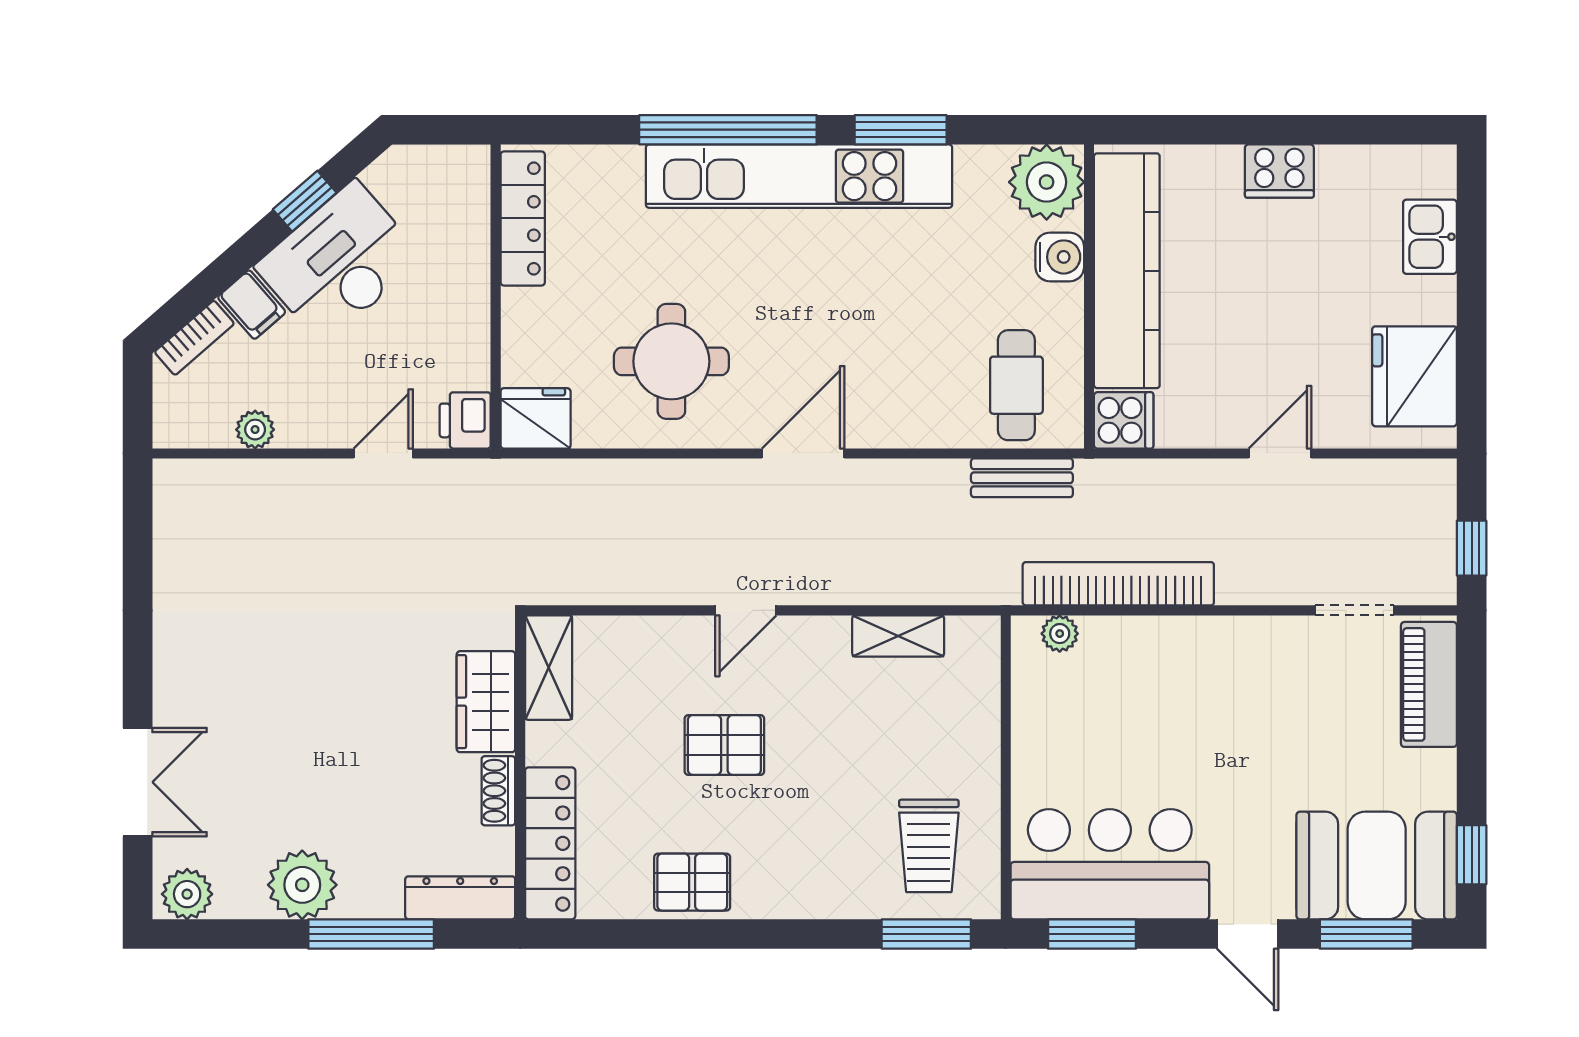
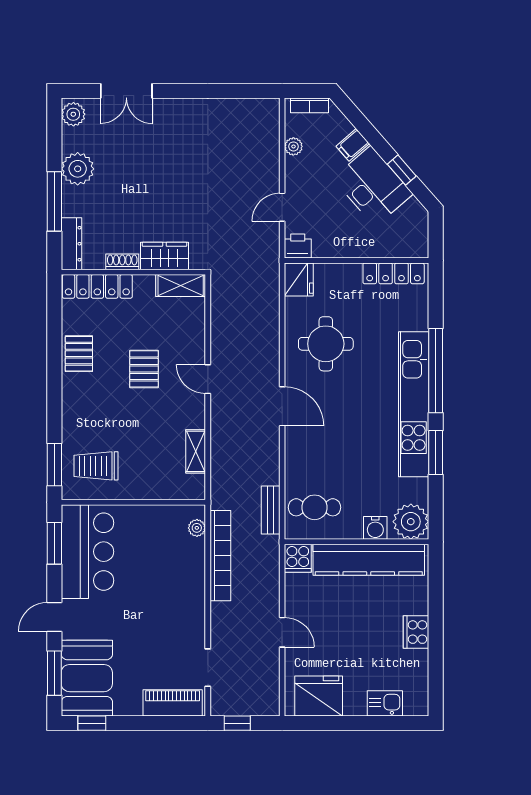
bookcase: (194, 338) -> (309, 105), moved, turned -49
door: (383, 453) -> (282, 207), swing flipped

